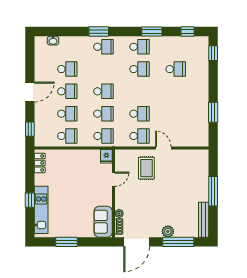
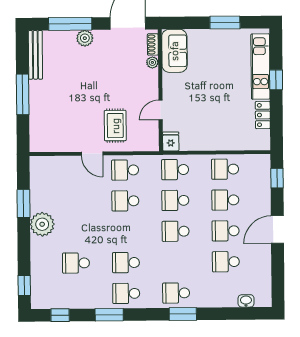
plant: (200, 97) -> (42, 224), added
locker: (40, 163) -> (263, 115), moved

